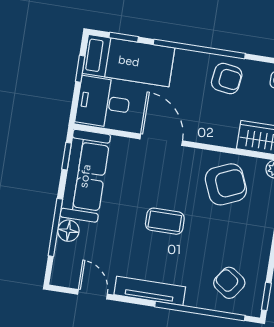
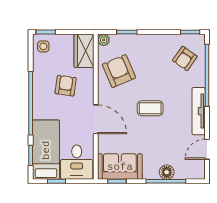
armchair: (227, 79) -> (66, 86), moved
door: (161, 140) -> (96, 119), swing flipped
sofa: (85, 176) -> (120, 167), width x0.73
coffee table: (165, 221) -> (150, 108), turned 90

